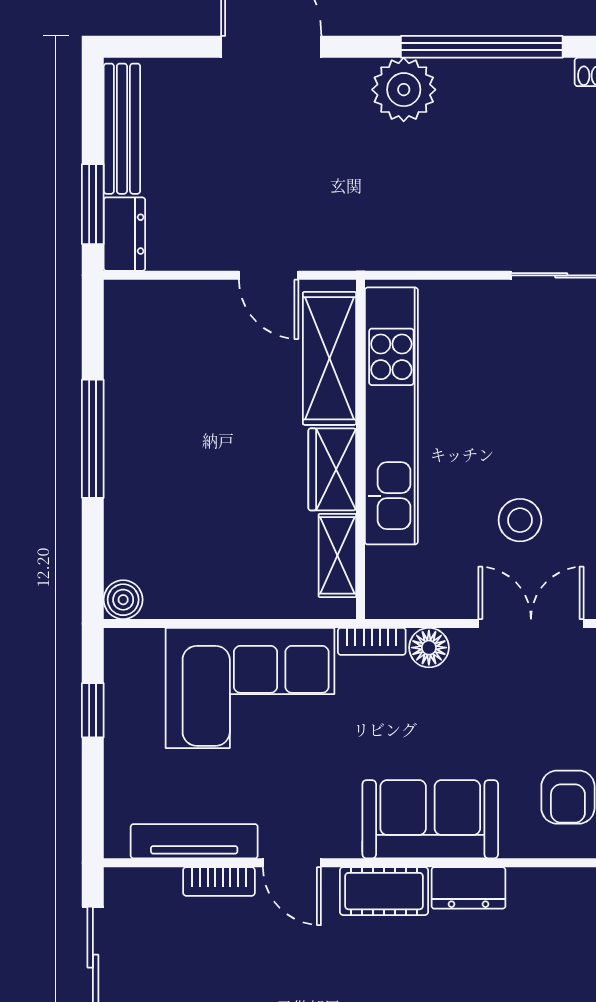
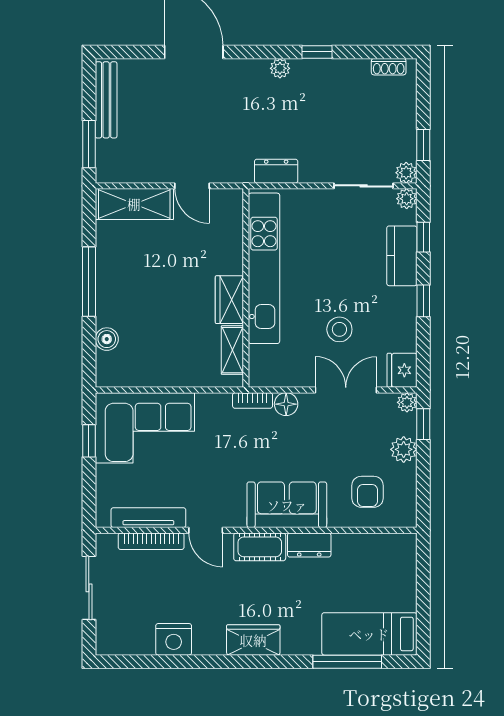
window: (482, 47) -> (317, 52), width x0.32
plant: (404, 90) -> (280, 68), width x0.53, depth x0.53
dresser: (124, 234) -> (276, 171), moved, turned -90
shelving: (330, 358) -> (134, 204), moved, turned 90
boiler: (123, 600) -> (107, 339), moved
corner sofa: (250, 688) -> (145, 428), moved
bookcase: (219, 881) -> (151, 541), width x1.56

